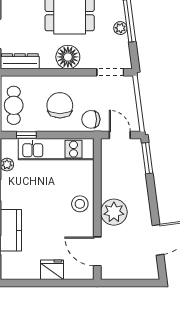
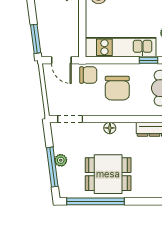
floor lamp: (68, 57) -> (110, 128), width x0.53, depth x0.53

